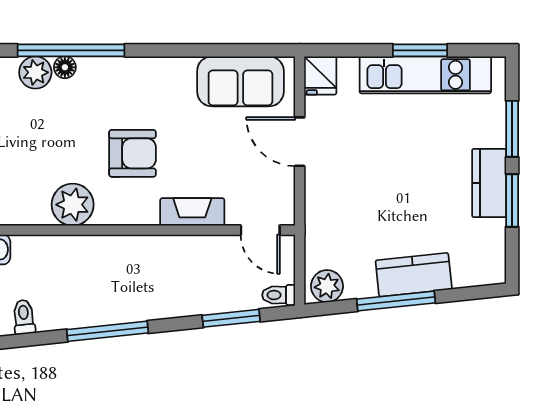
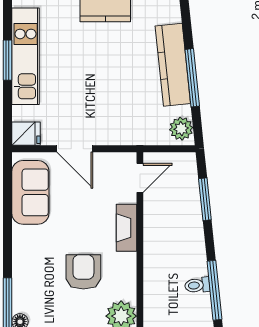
door: (300, 142) -> (75, 149), hinge flipped
kitchen counter: (414, 275) -> (173, 65), width x1.50
toilet: (279, 295) -> (197, 285), moved, turned 84

